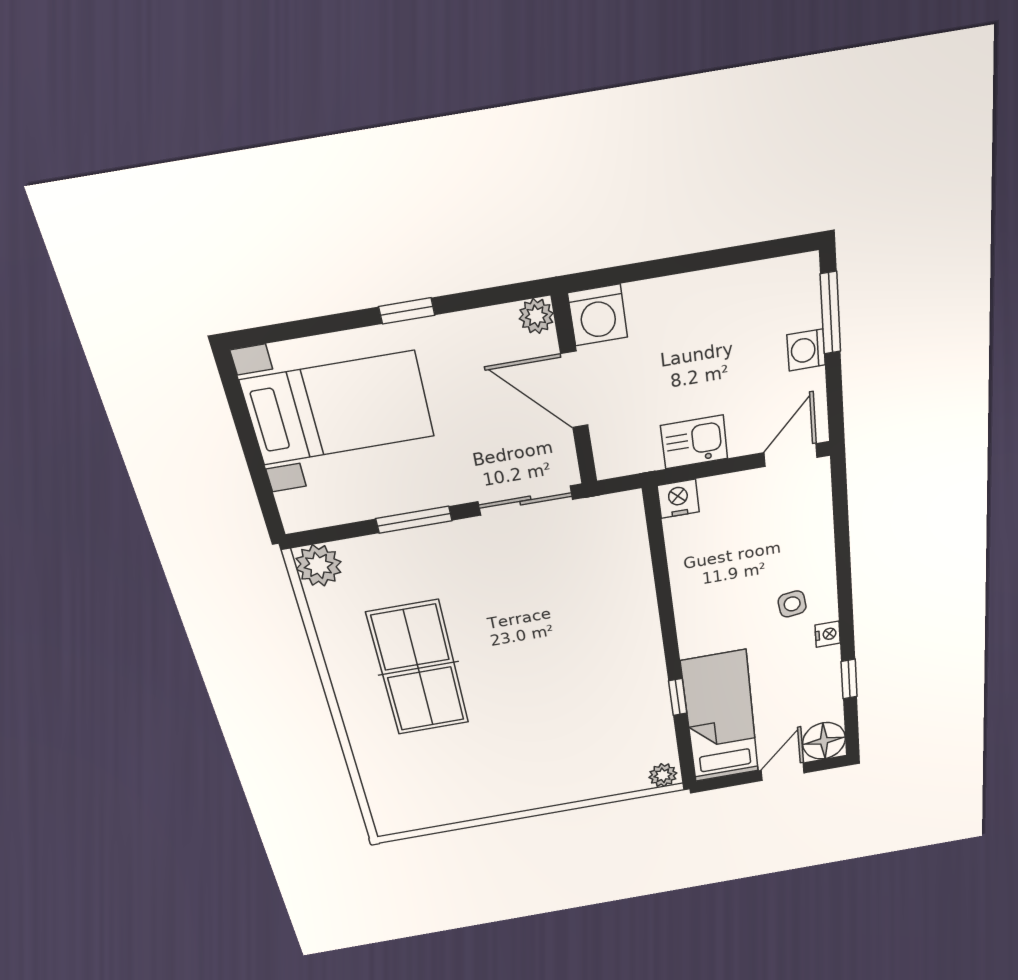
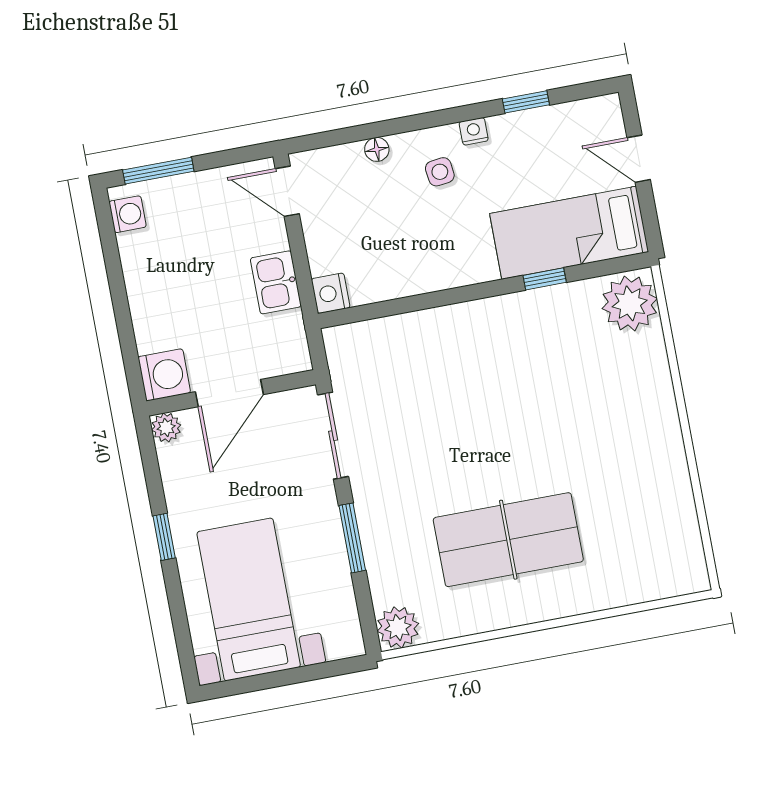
washing machine: (806, 350) -> (128, 214), moved, turned -90
floor lamp: (824, 741) -> (377, 149), moved, width x0.53, depth x0.53
plant: (663, 775) -> (630, 303), width x1.87, depth x1.87

